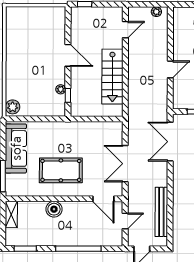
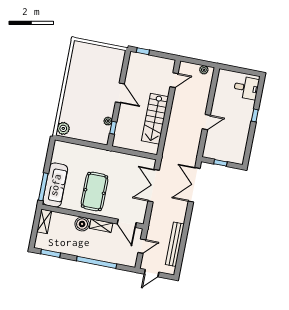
sofa: (16, 148) -> (55, 185), moved
double door: (125, 164) -> (154, 186), moved
pool table: (61, 170) -> (95, 191), turned 90
shelving: (75, 207) -> (101, 226), added

